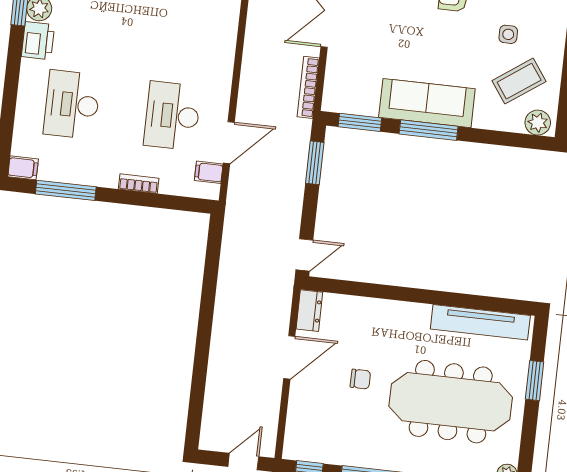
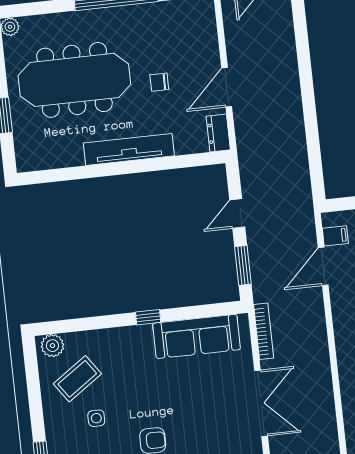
sofa: (427, 103) -> (197, 336), moved
window: (360, 122) -> (211, 310), removed
window: (429, 130) -> (148, 317), width x0.46
door: (304, 255) -> (237, 213), moved
tv unit: (480, 322) -> (129, 149), moved

